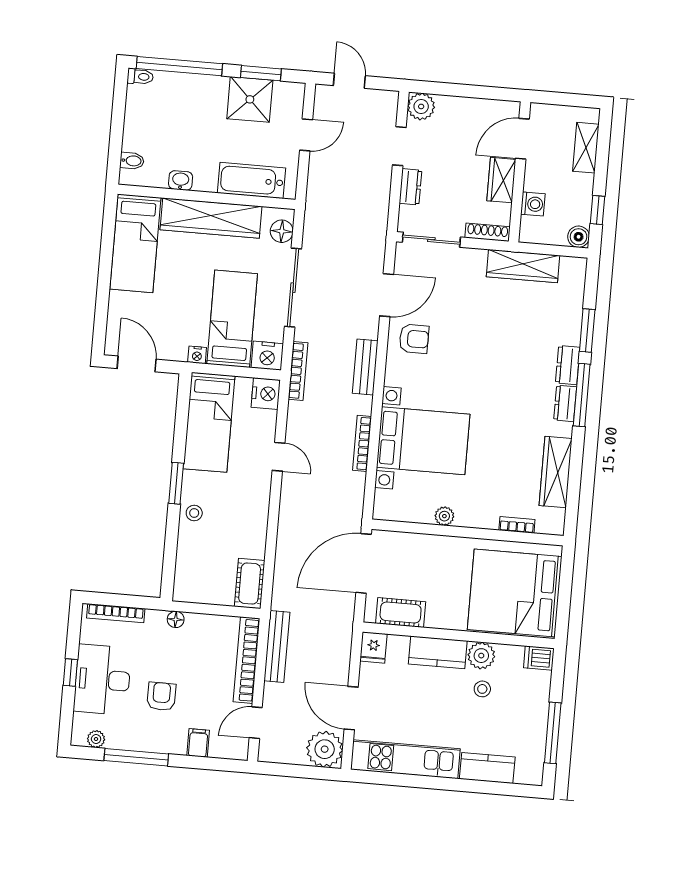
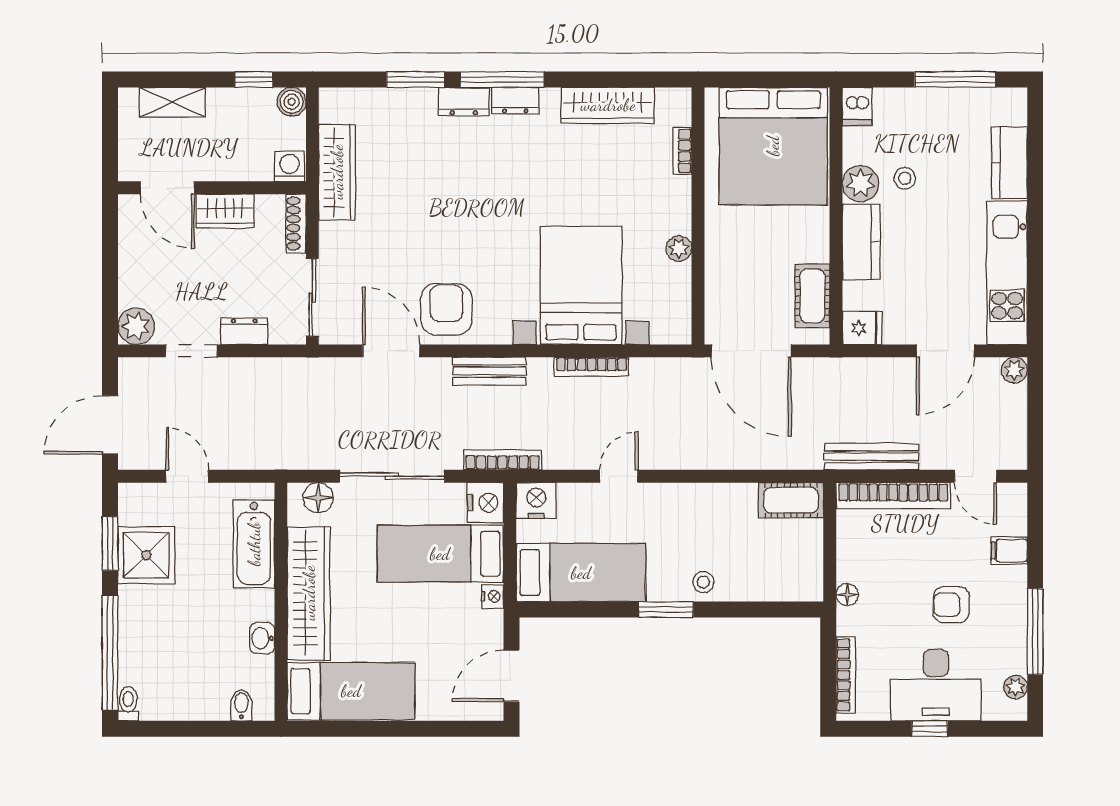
door: (349, 81) -> (110, 425), width x1.38
washing machine: (533, 204) -> (290, 166), moved
armchair: (414, 339) -> (446, 309), width x1.38, depth x1.38
plant: (325, 749) -> (1014, 370), width x0.53, depth x0.53

